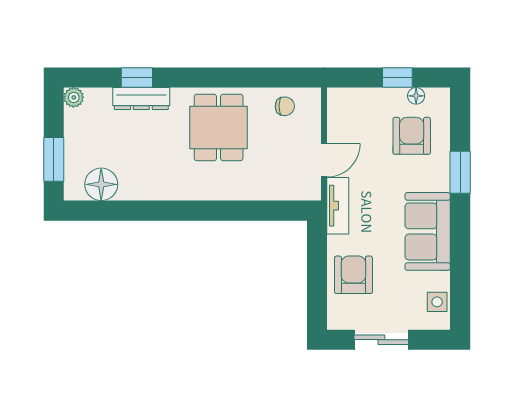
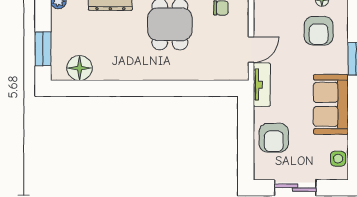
armchair: (412, 136) -> (319, 31), turned 180
armchair: (353, 275) -> (274, 138), turned 180

